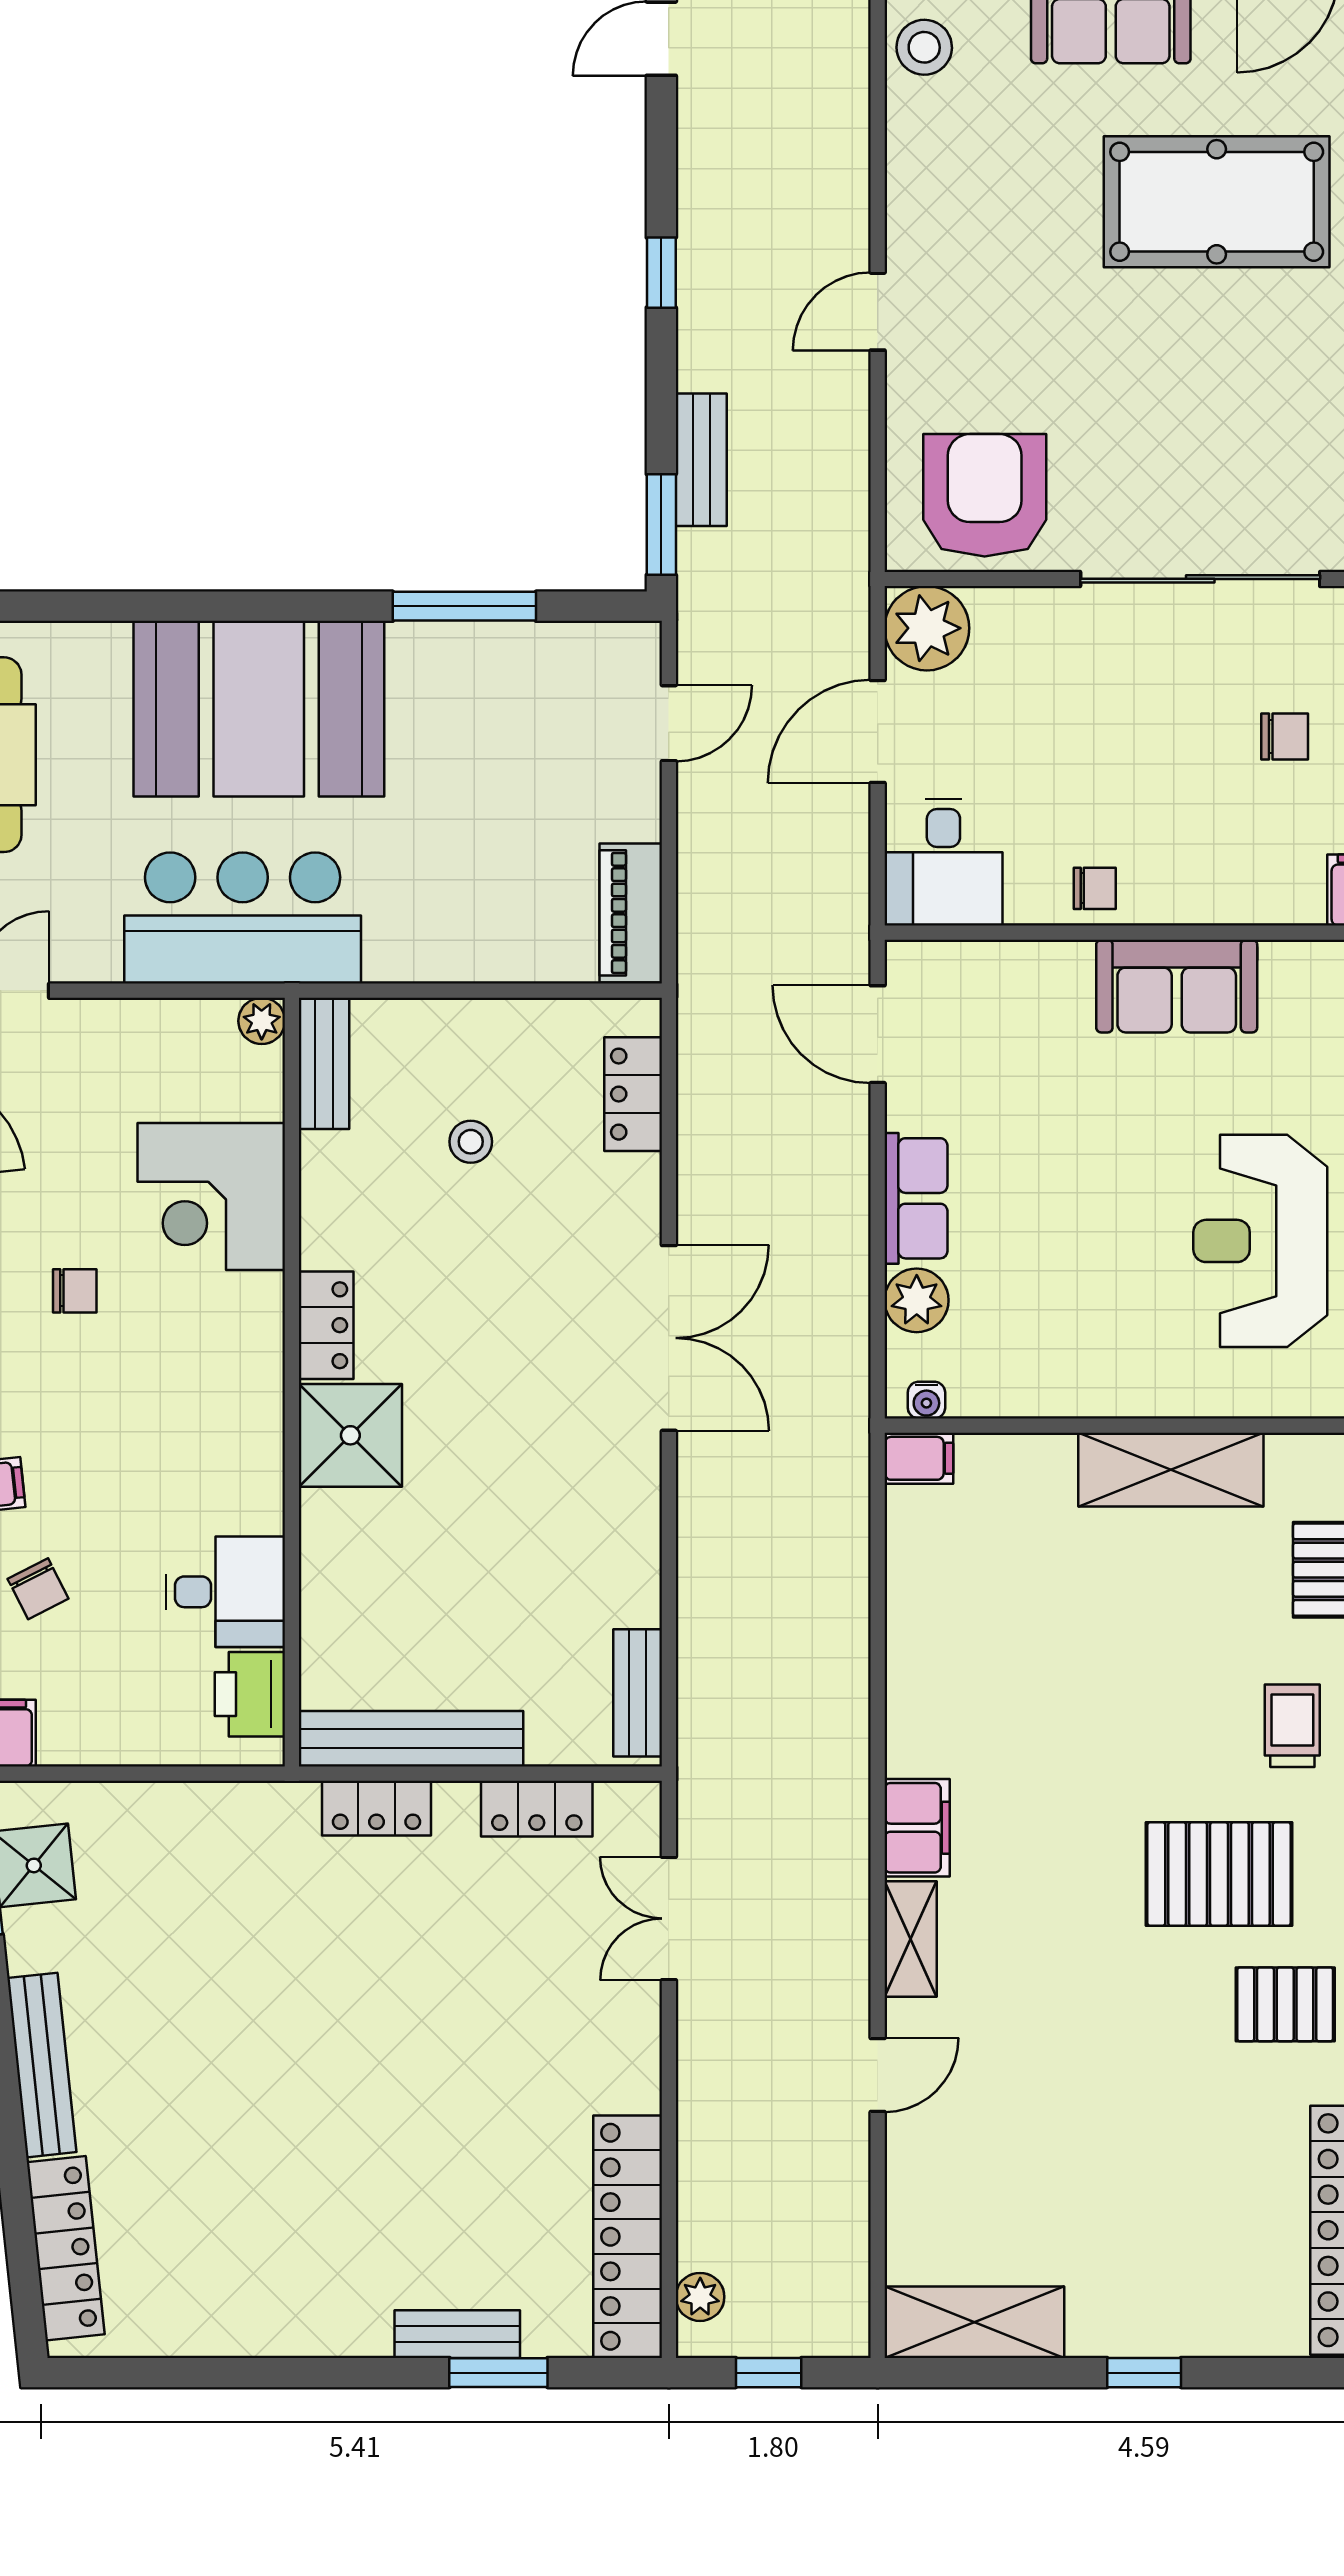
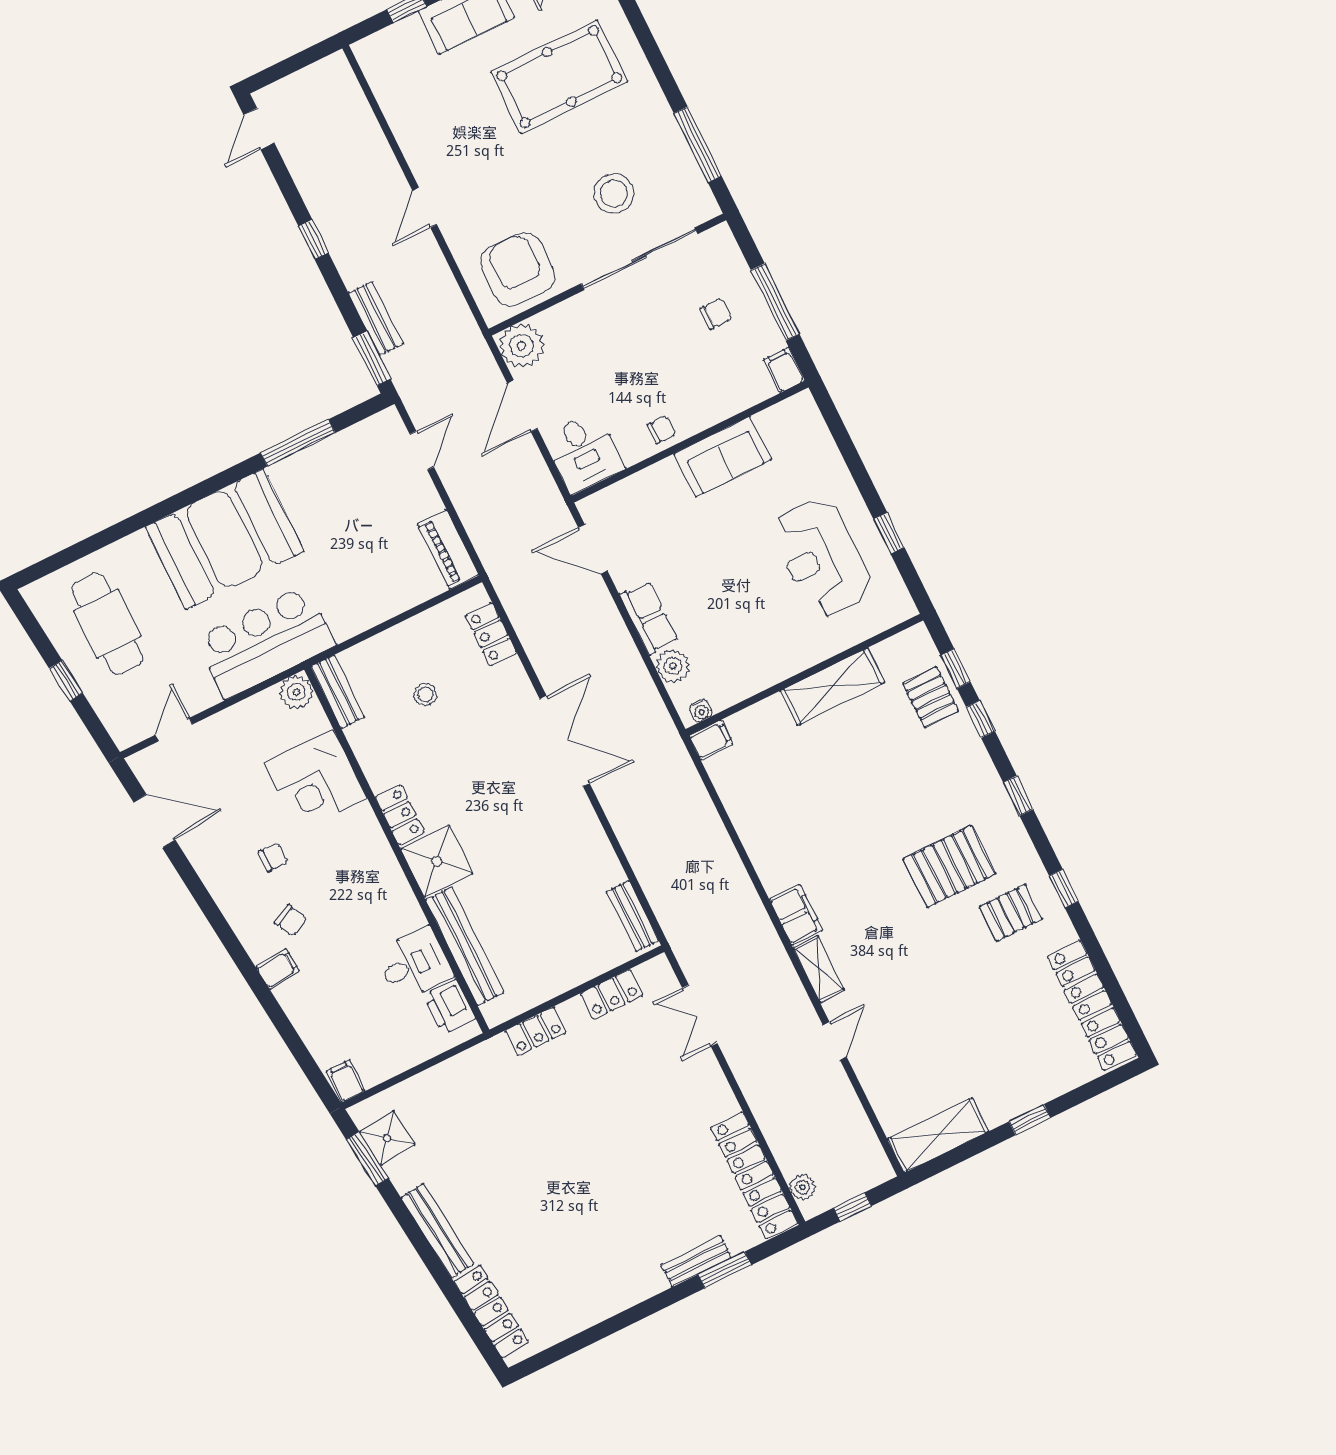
stool: (924, 47) -> (614, 193), moved, width x1.38, depth x1.38
plant: (262, 1021) -> (296, 692), width x1.38, depth x1.38
chair: (38, 1589) -> (291, 921), moved
trolley: (1292, 1726) -> (950, 779), removed
bench: (411, 1739) -> (465, 946), moved, turned 90

